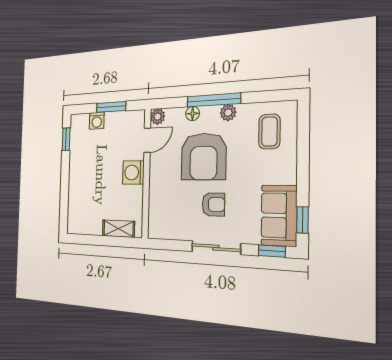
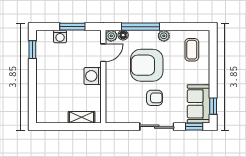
window: (214, 100) -> (140, 27), moved
floor lamp: (193, 114) -> (123, 35), moved
armchair: (204, 157) -> (147, 65), turned 90

